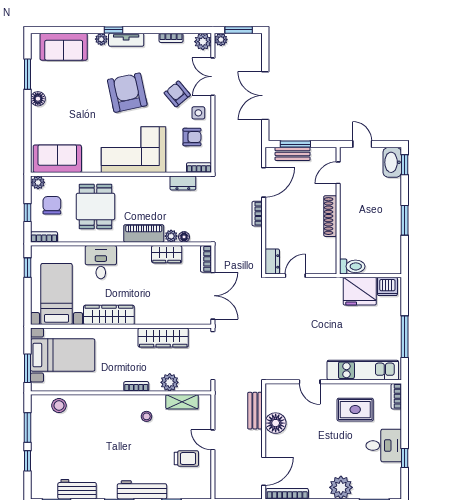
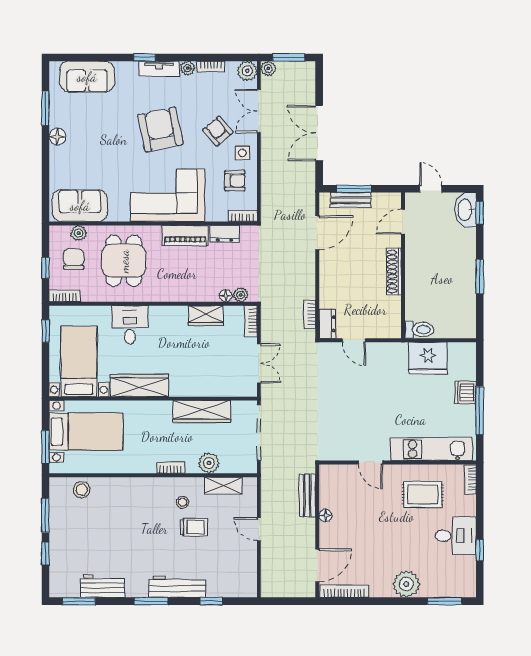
plant: (101, 39) -> (188, 68), moved
plant: (38, 182) -> (79, 233), moved
bookcase: (257, 214) -> (310, 314), moved
piano: (144, 233) -> (185, 235), moved, turned 180
plant: (171, 236) -> (241, 295), moved
door: (295, 276) -> (354, 340), swing flipped
dishwasher: (387, 286) -> (465, 392), moved, turned 90
double door: (213, 296) -> (259, 363), width x0.73
floor lamp: (276, 423) -> (325, 516), width x0.53, depth x0.53
trolley: (186, 459) -> (194, 527), moved

